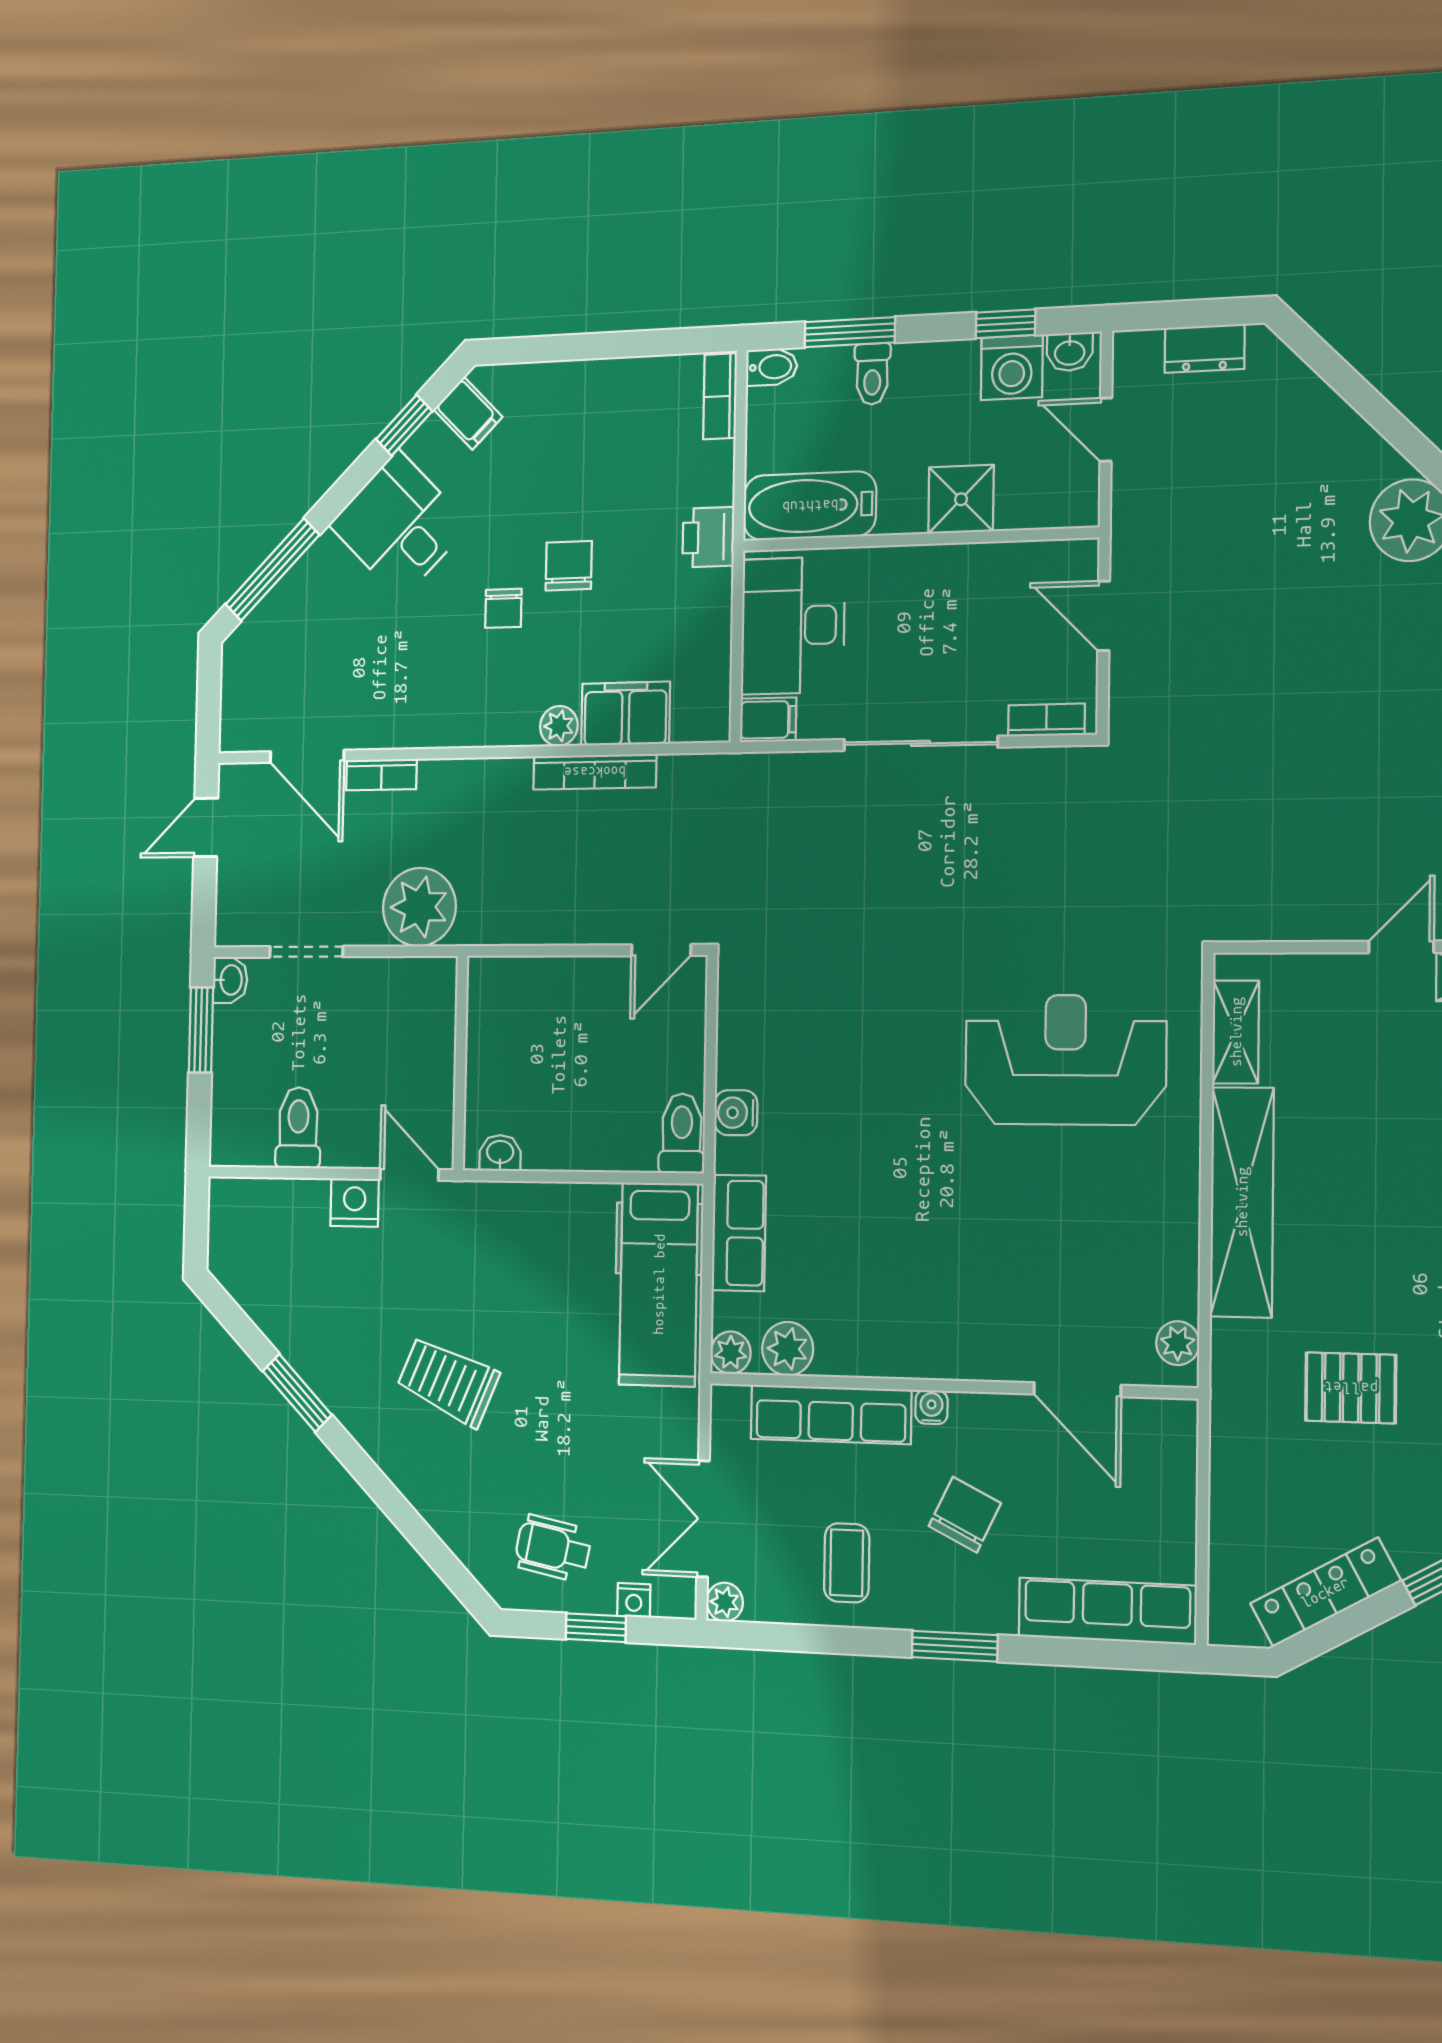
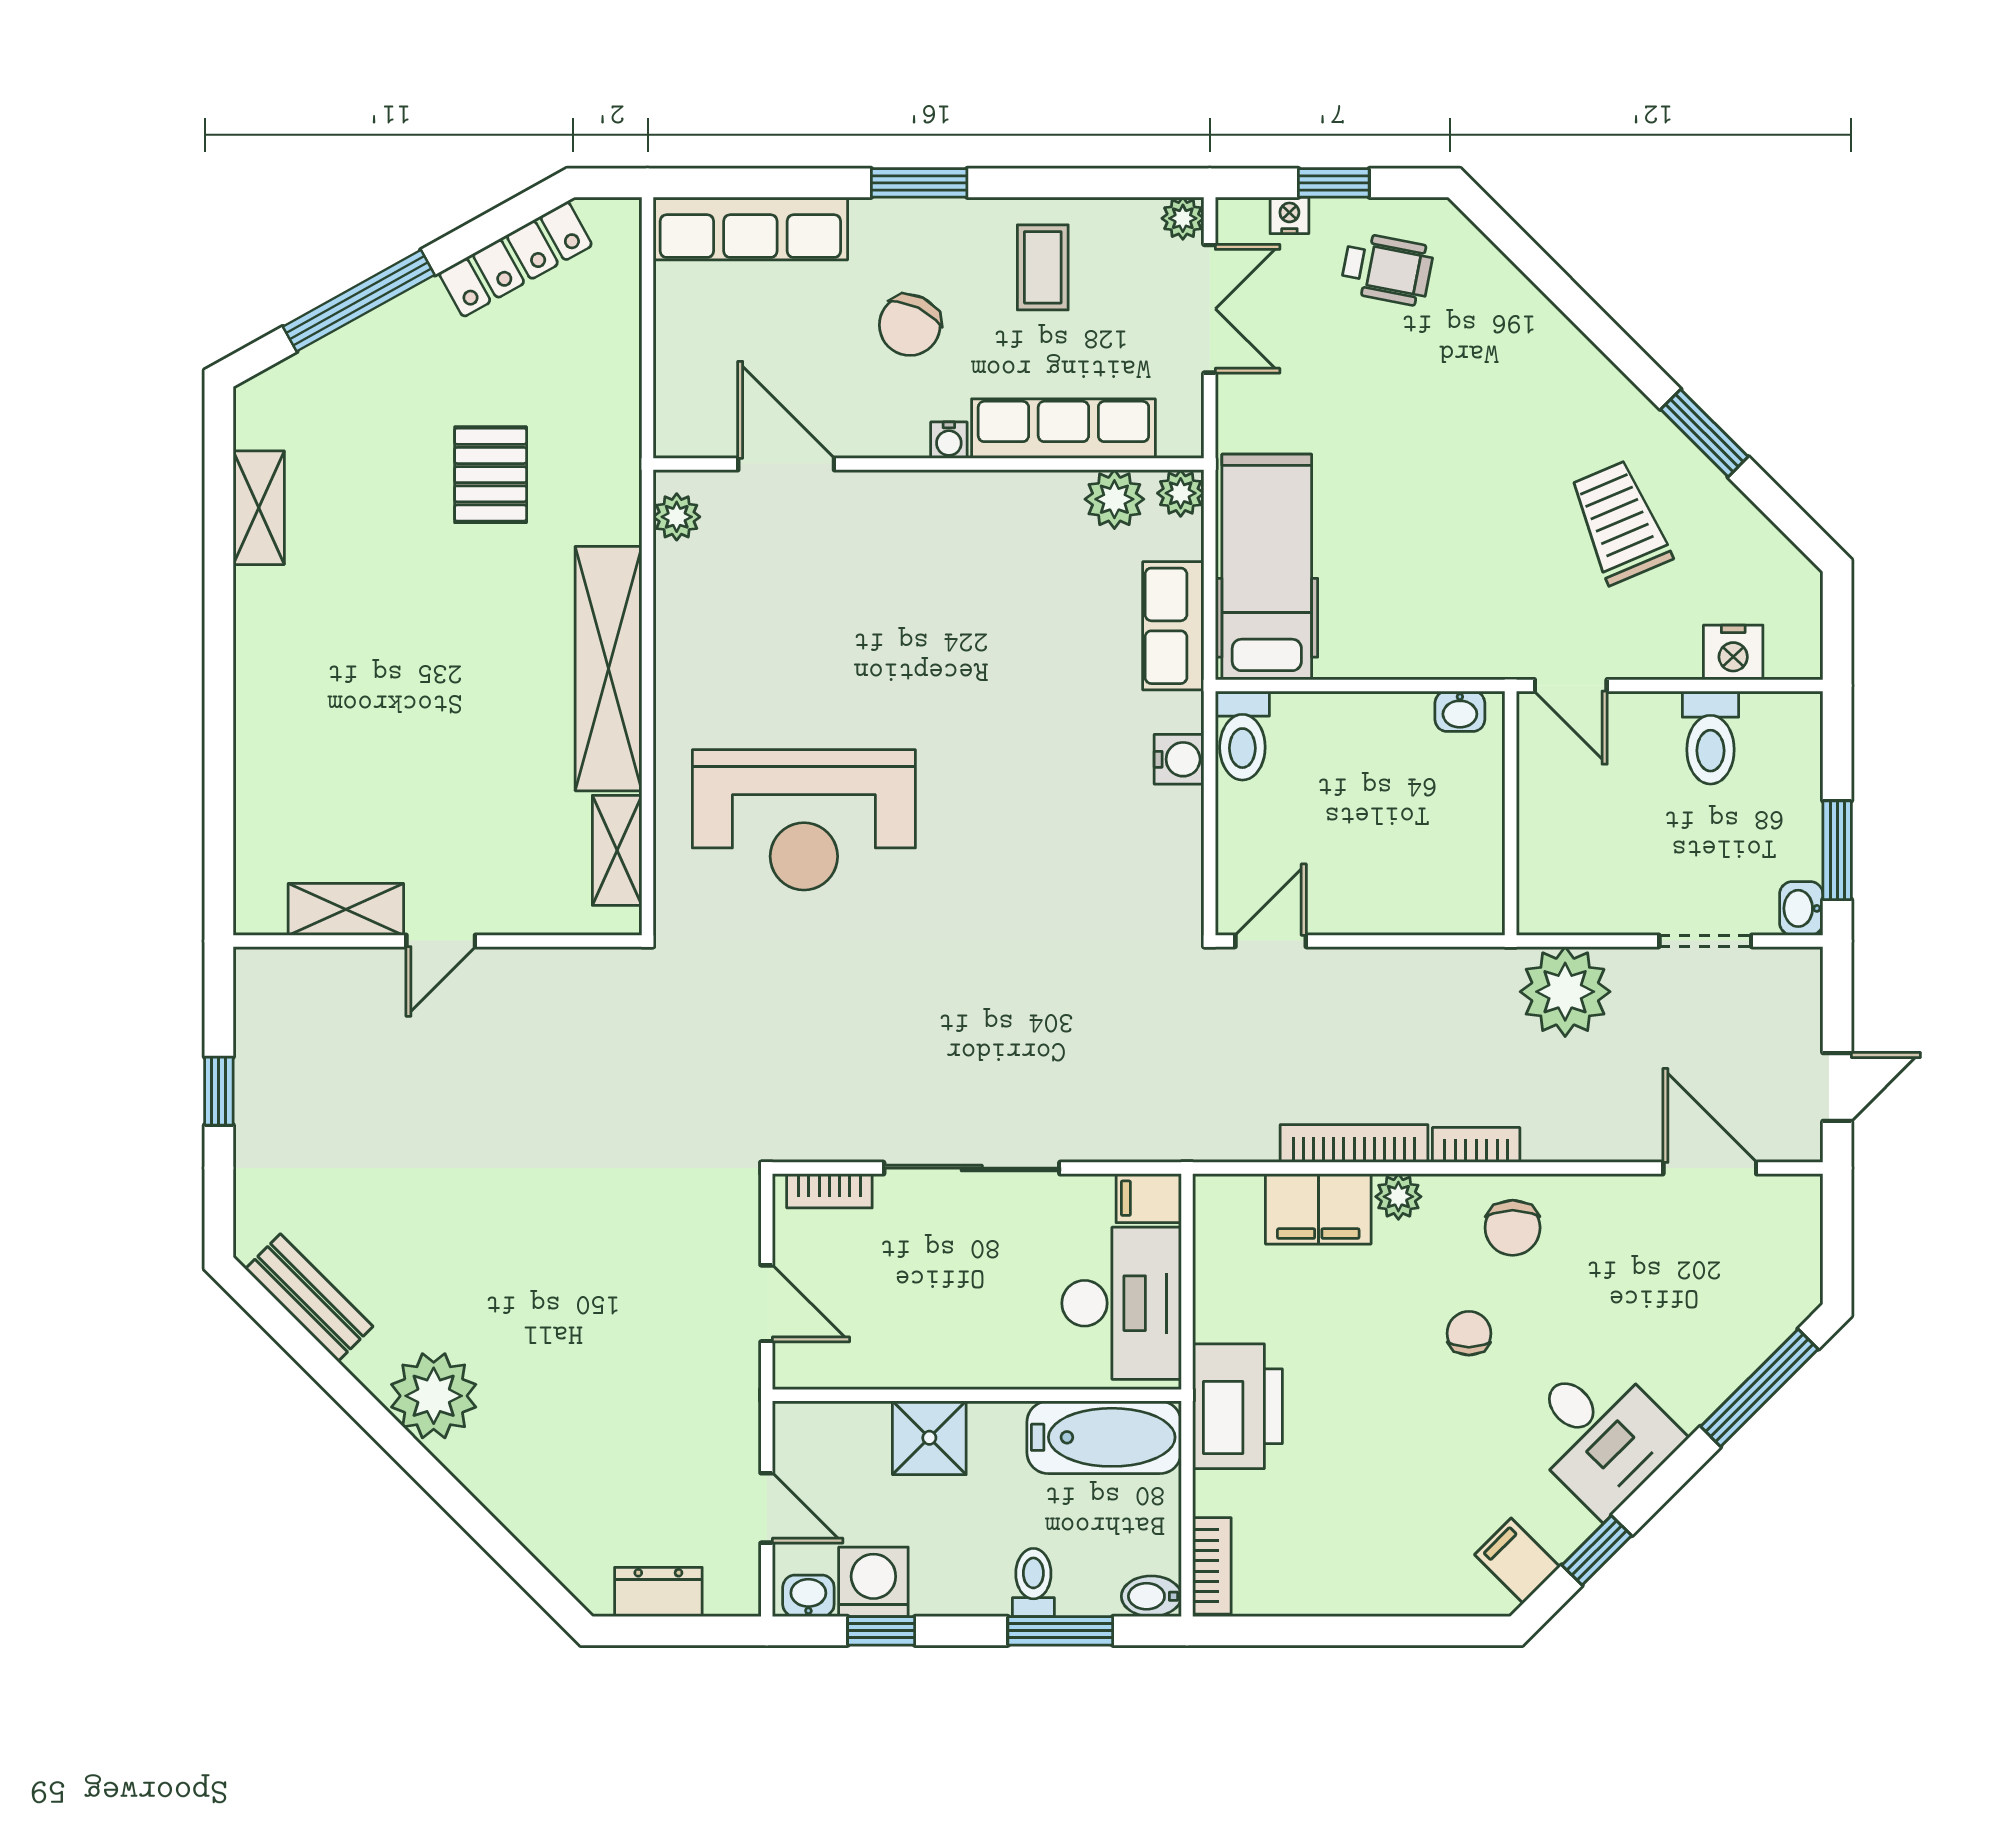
printer: (708, 537) -> (1237, 1406), width x1.87, depth x1.48
chair: (569, 566) -> (1513, 1228), moved
bookcase: (381, 775) -> (1476, 1145), moved
nightstand: (355, 1203) -> (1733, 652), moved
trolley: (448, 1381) -> (1620, 522), moved, turned -136
pallet: (1351, 1388) -> (491, 475), turned 90

